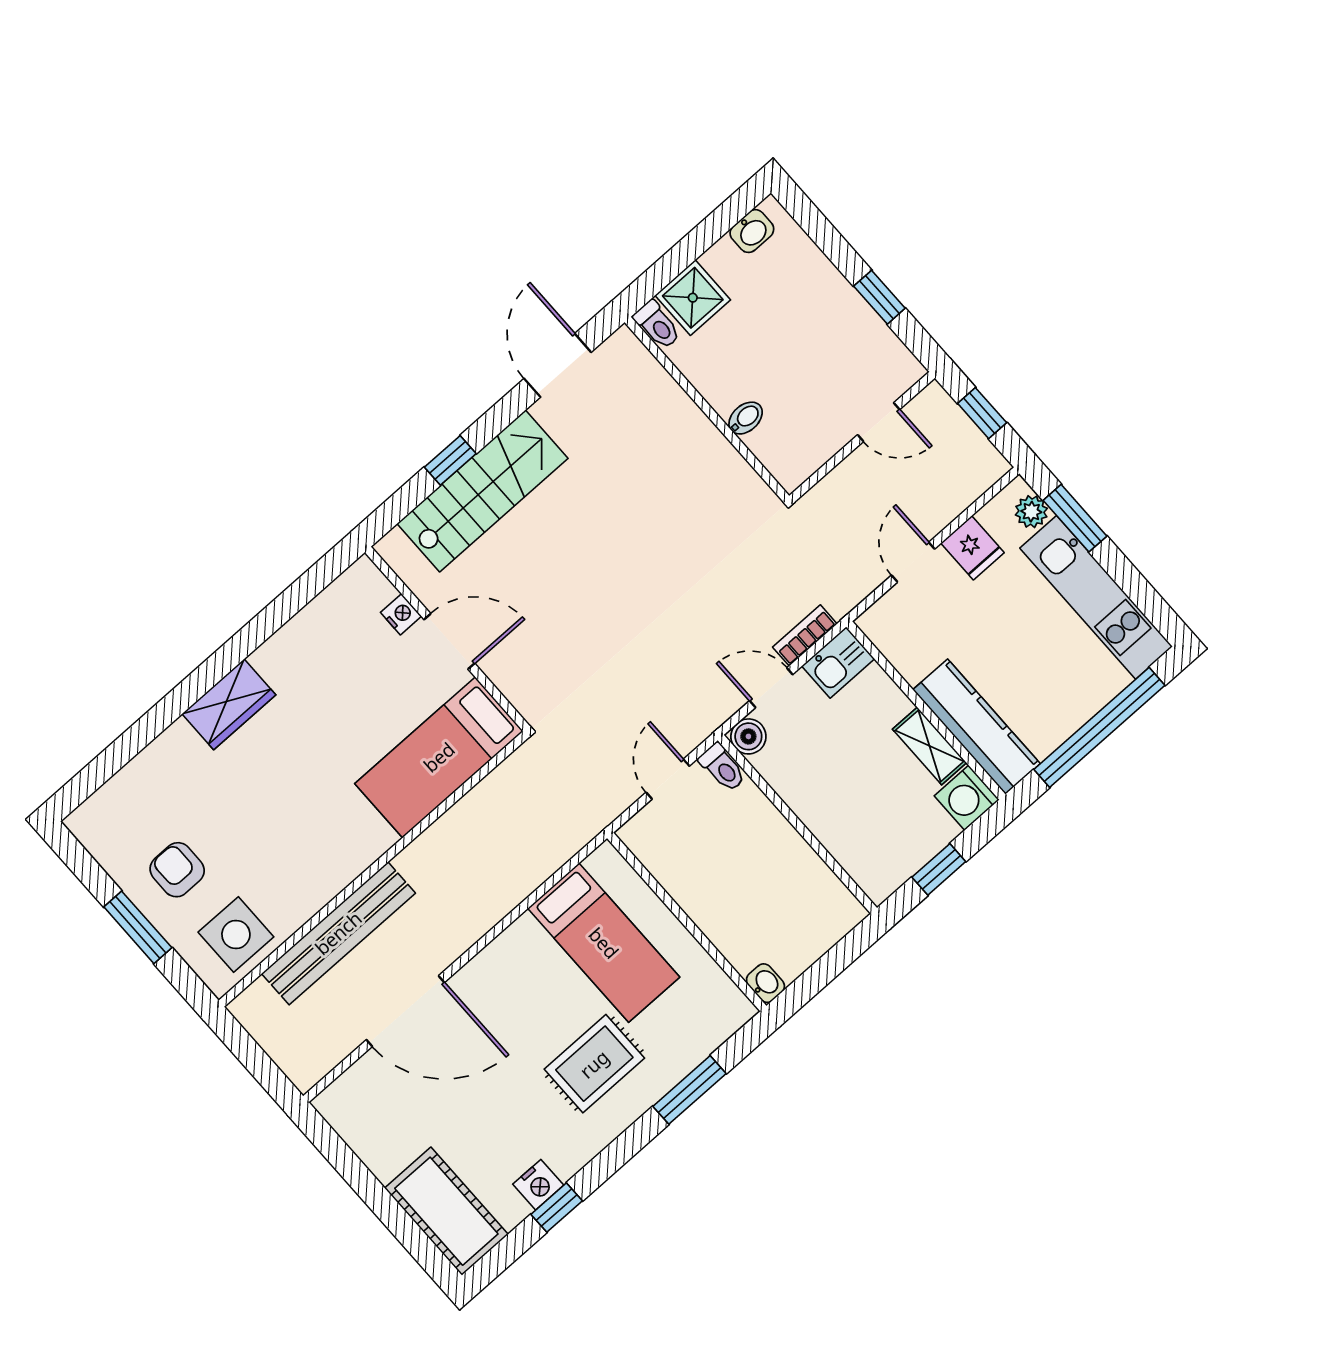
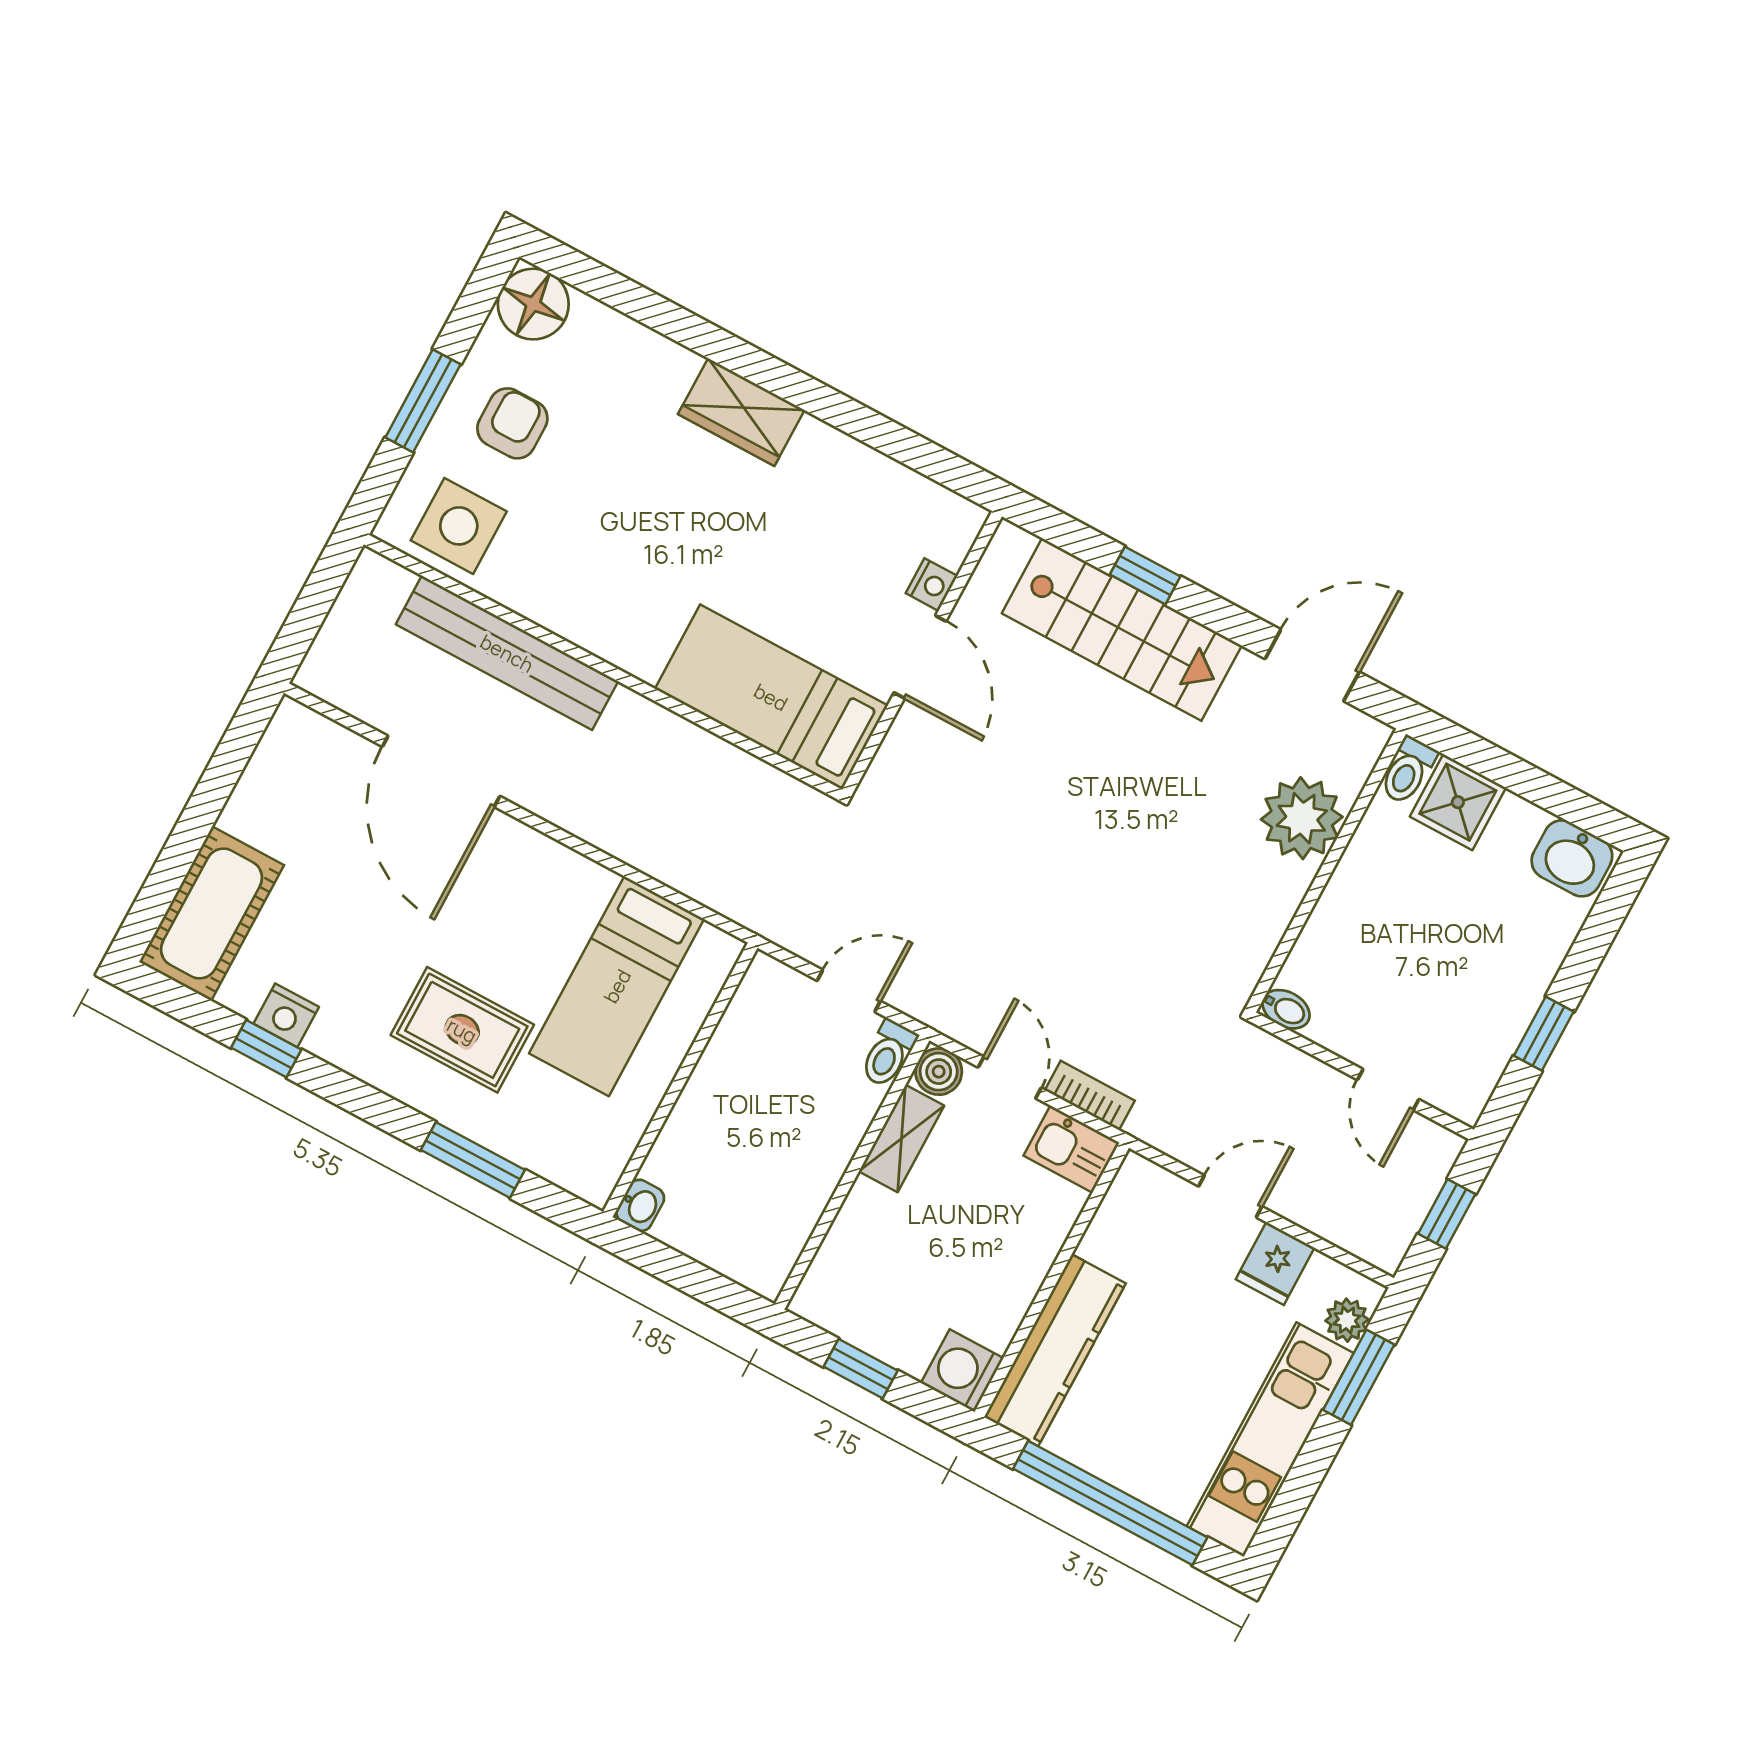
washbasin: (752, 231) -> (1572, 858), width x1.38, depth x1.45
plant: (663, 413) -> (1302, 818), added
bidet: (746, 418) -> (1286, 1009), moved
shelving: (929, 746) -> (901, 1139), moved
floor lamp: (98, 824) -> (533, 304), added

